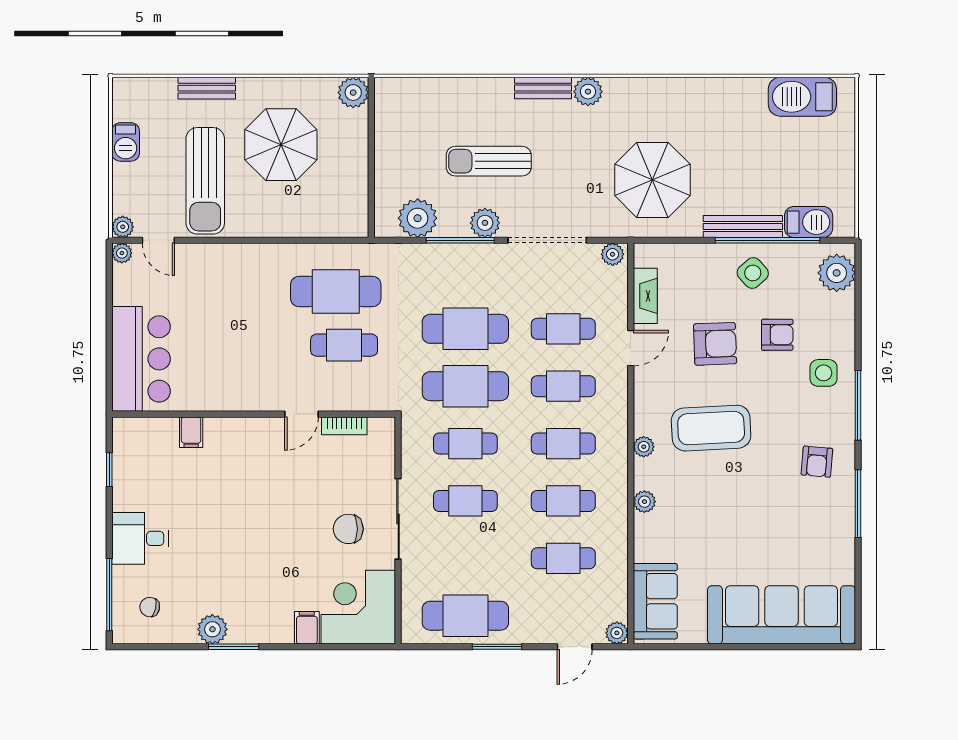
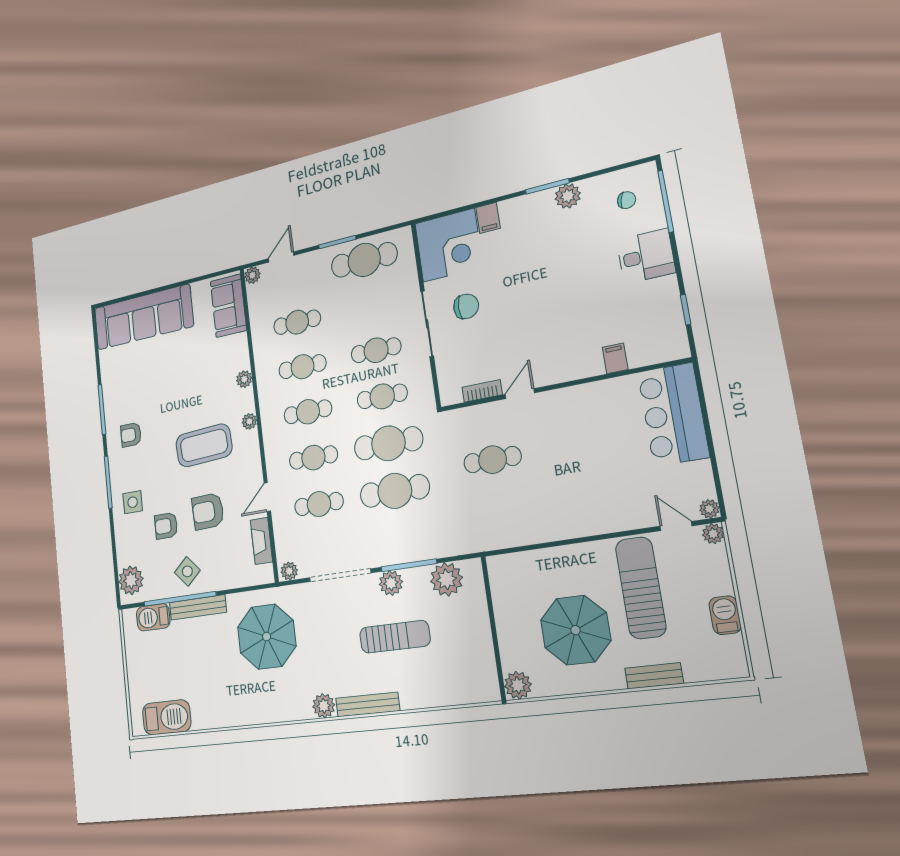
bench: (543, 88) -> (368, 704), width x1.36
cafe table: (336, 292) -> (506, 505), removed
armchair: (817, 462) -> (131, 435), turned -95

